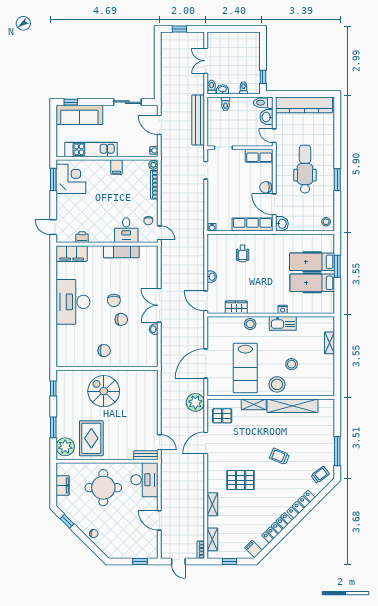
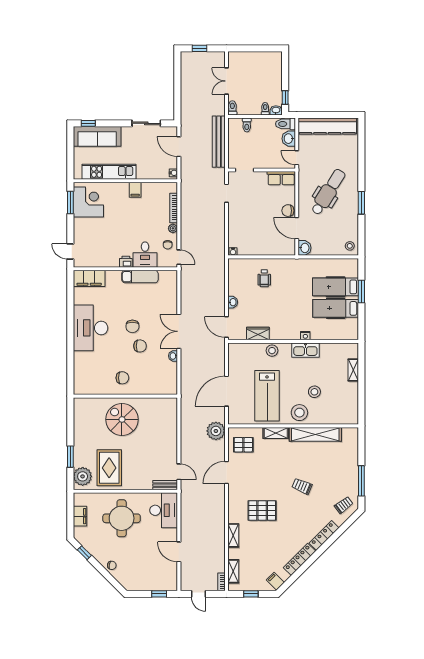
washbasin: (223, 89) -> (276, 110), moved
plant: (153, 165) -> (173, 228), moved
dental chair: (305, 169) -> (328, 192), turned 32
row of seats: (252, 225) -> (274, 249), removed
printer: (82, 237) -> (126, 262), moved
window: (53, 389) -> (70, 417), removed

